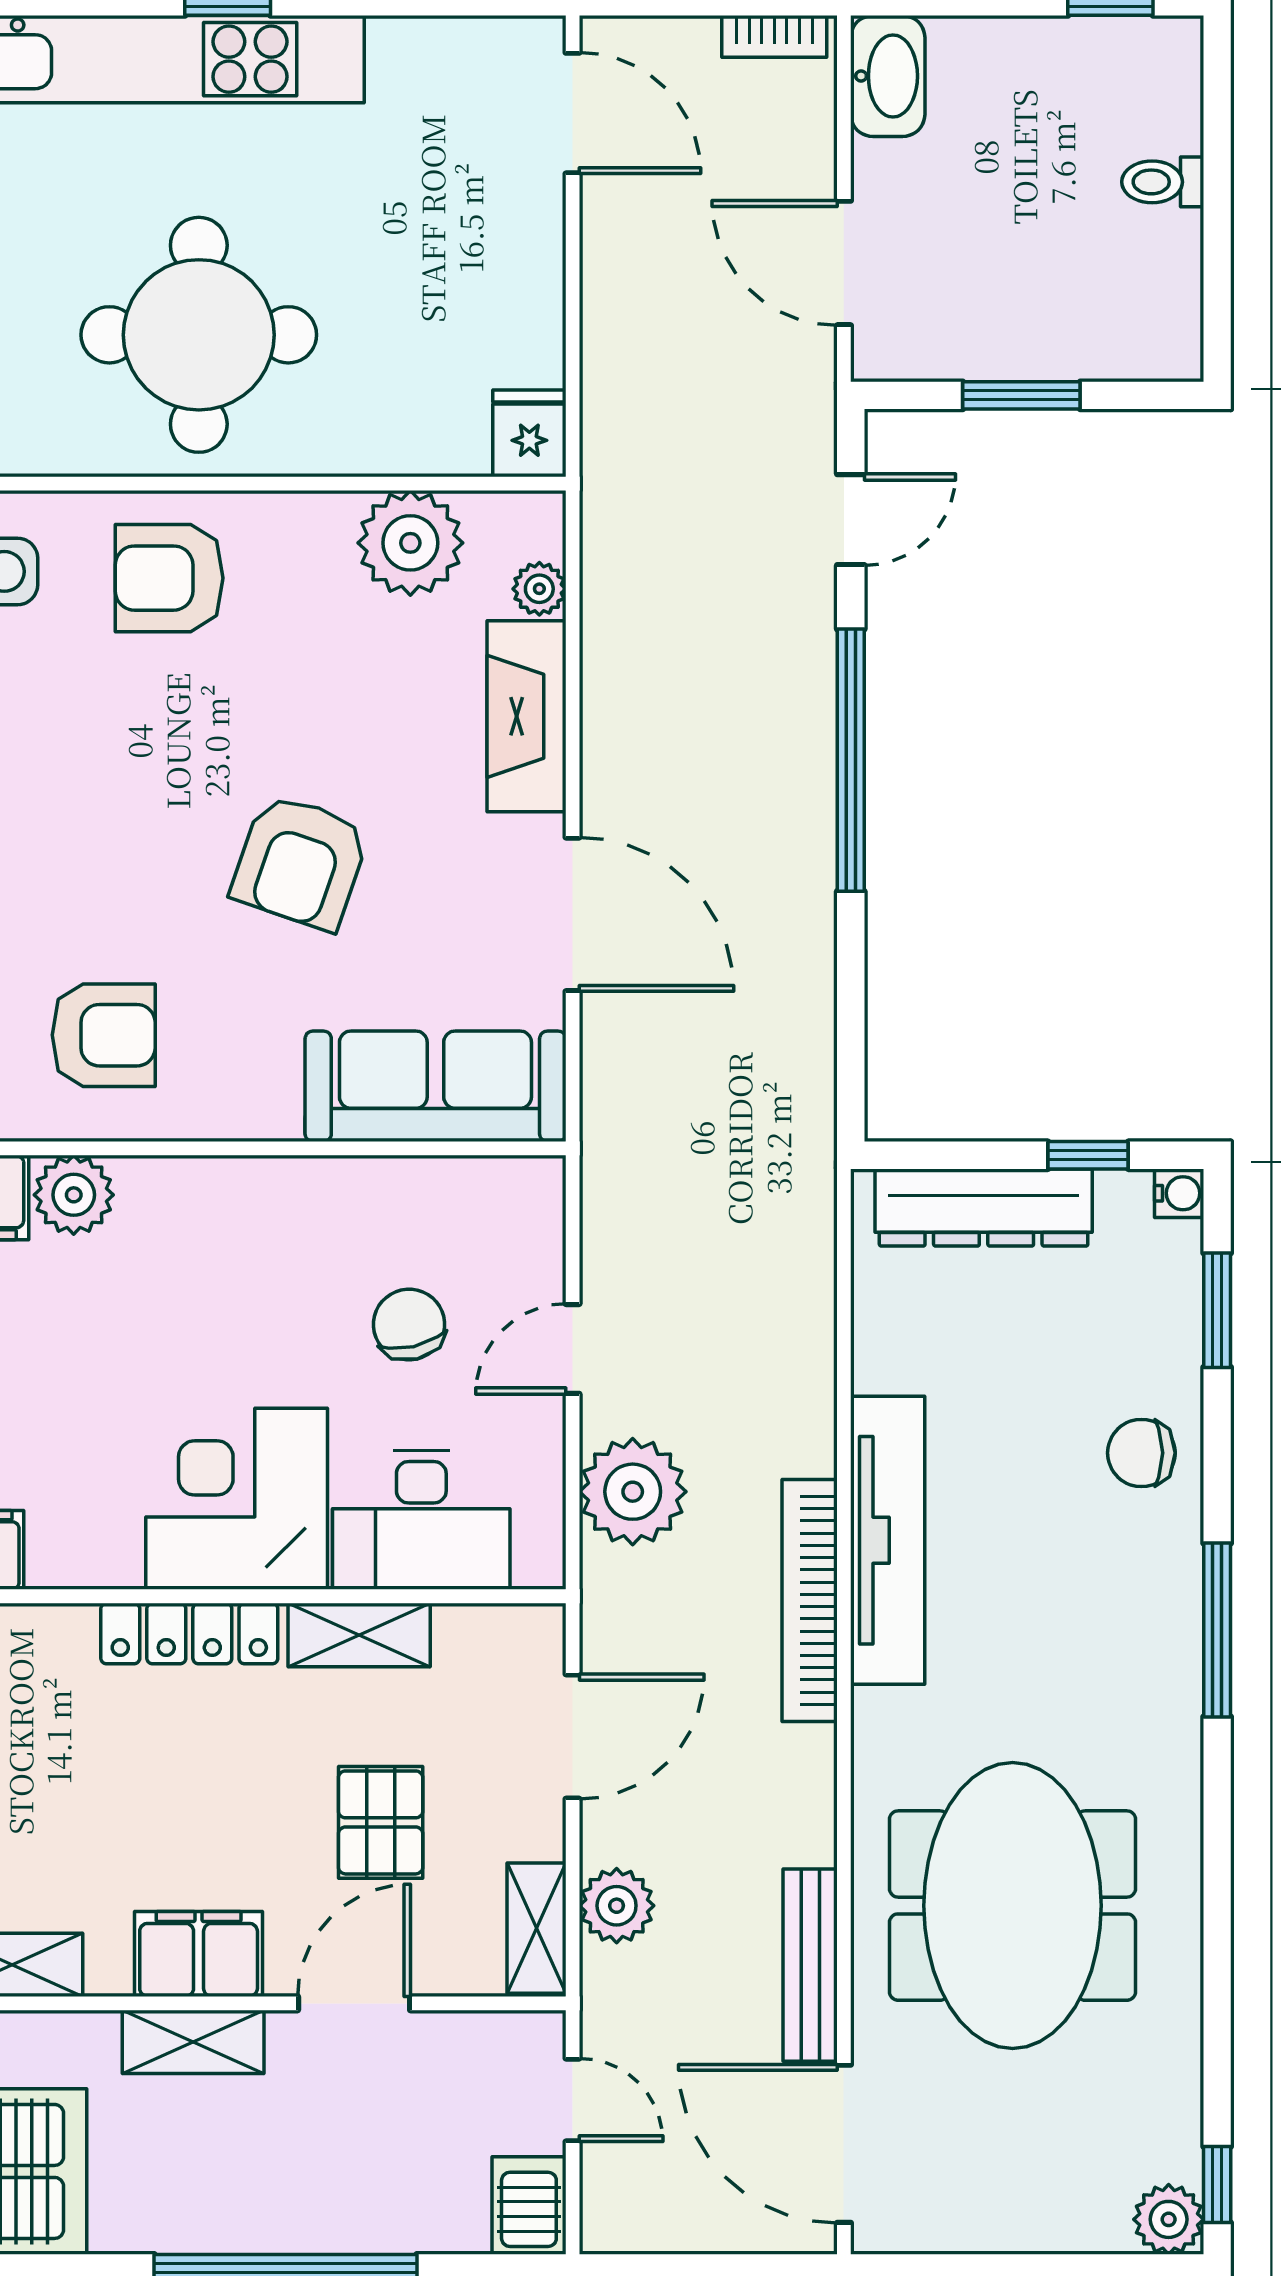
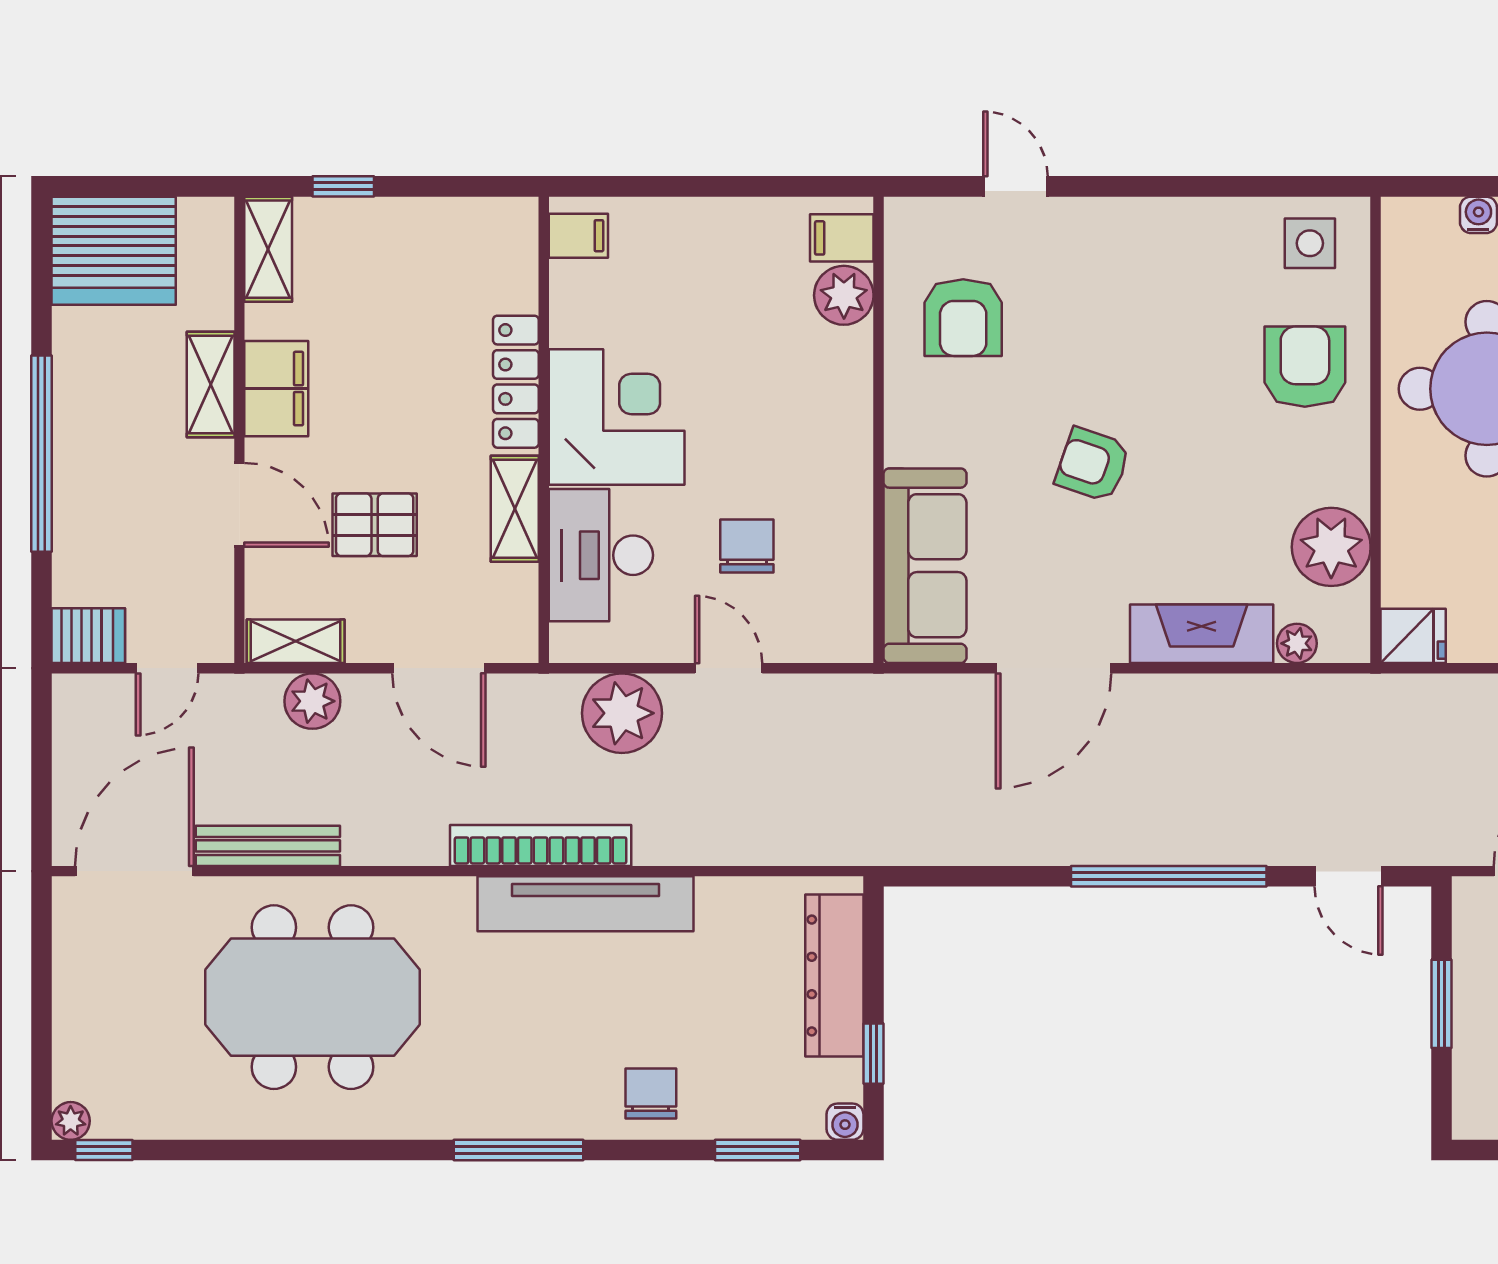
armchair: (300, 862) -> (1093, 465), width x0.72, depth x0.72
chair: (409, 1324) -> (747, 546), turned -77
plant: (1169, 2219) -> (71, 1121), width x0.73, depth x0.73

